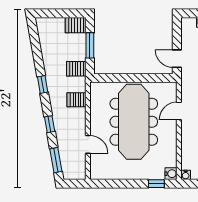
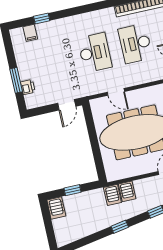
window: (90, 45) -> (73, 190), width x0.67
server rack: (76, 69) -> (112, 195), moved

